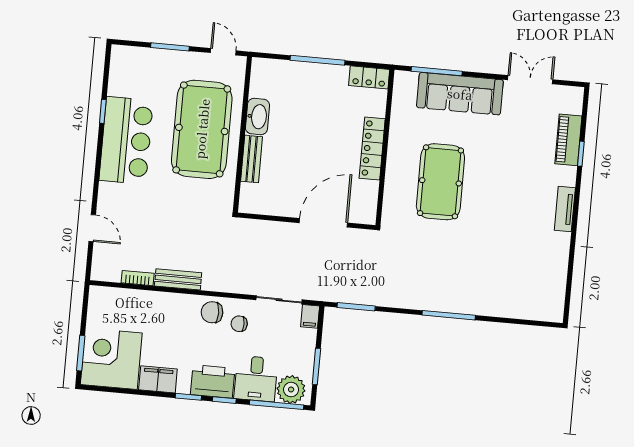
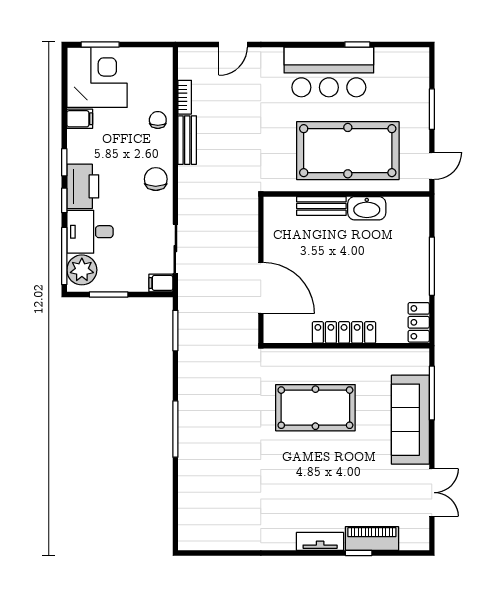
tv unit: (565, 209) -> (320, 541), moved
chair: (239, 324) -> (158, 120), moved
filing cabinet: (158, 379) -> (80, 119), width x0.50

